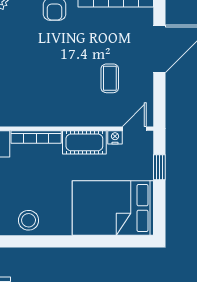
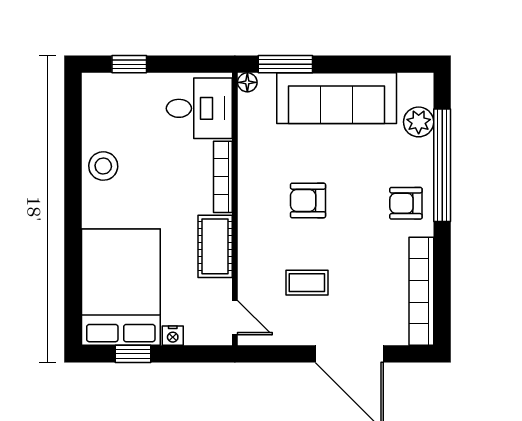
armchair: (53, 78) -> (308, 200), added
nightstand: (115, 137) -> (173, 336), moved, turned 90
window: (159, 167) -> (133, 354), moved

